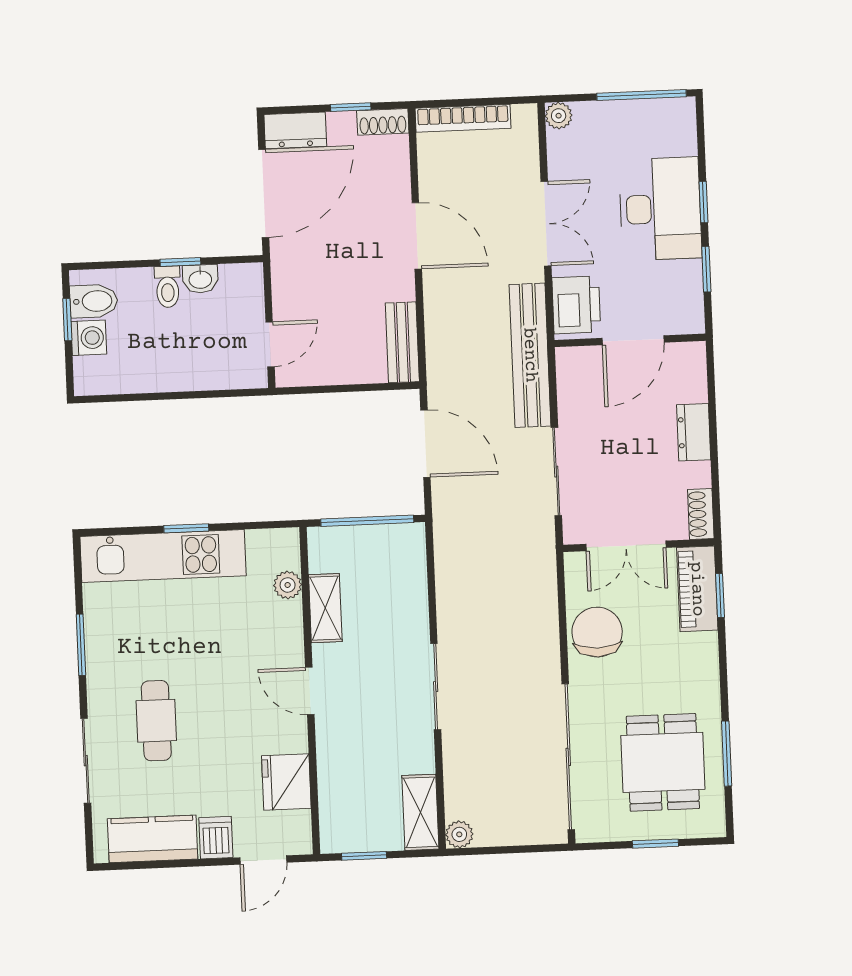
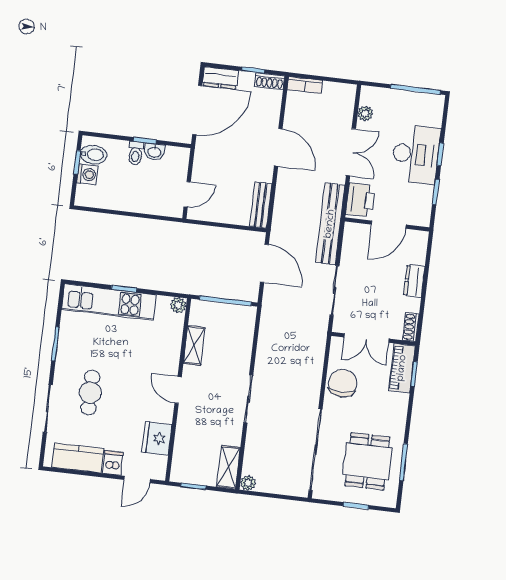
plant: (559, 116) -> (365, 113), moved
bookcase: (463, 118) -> (305, 85), width x0.64
plant: (288, 585) -> (178, 305), moved

